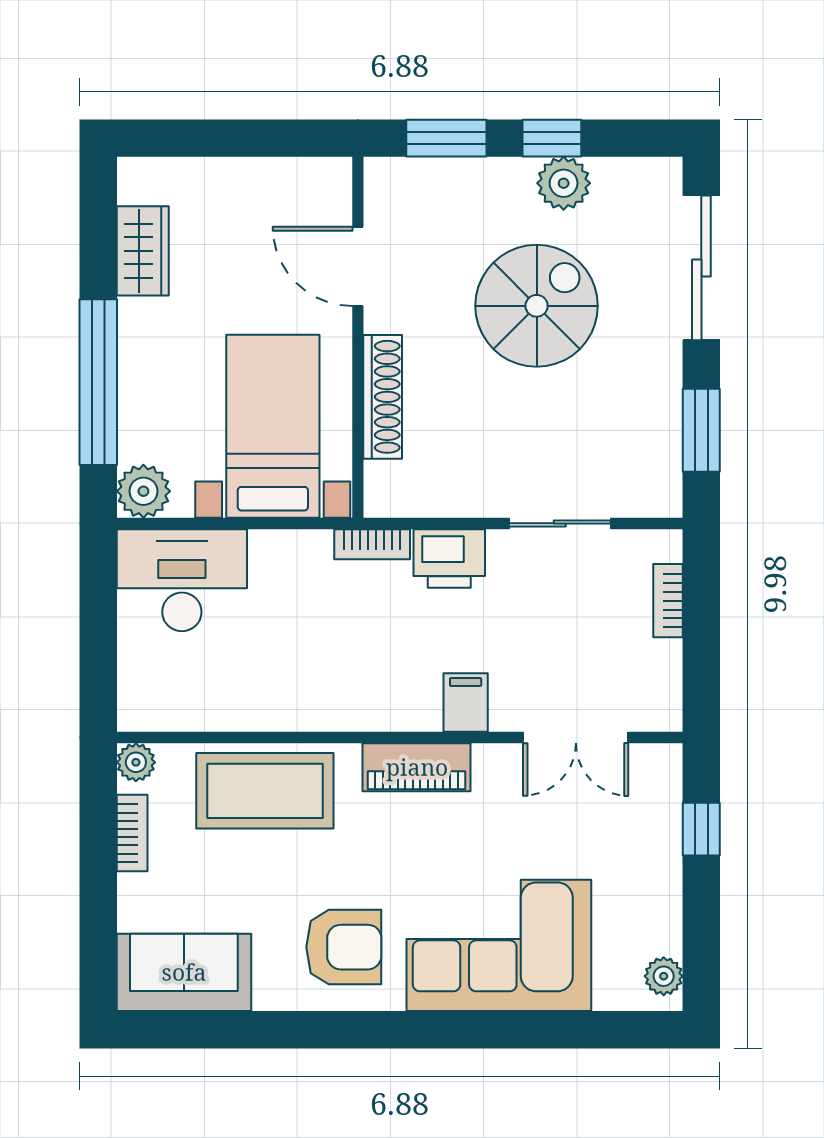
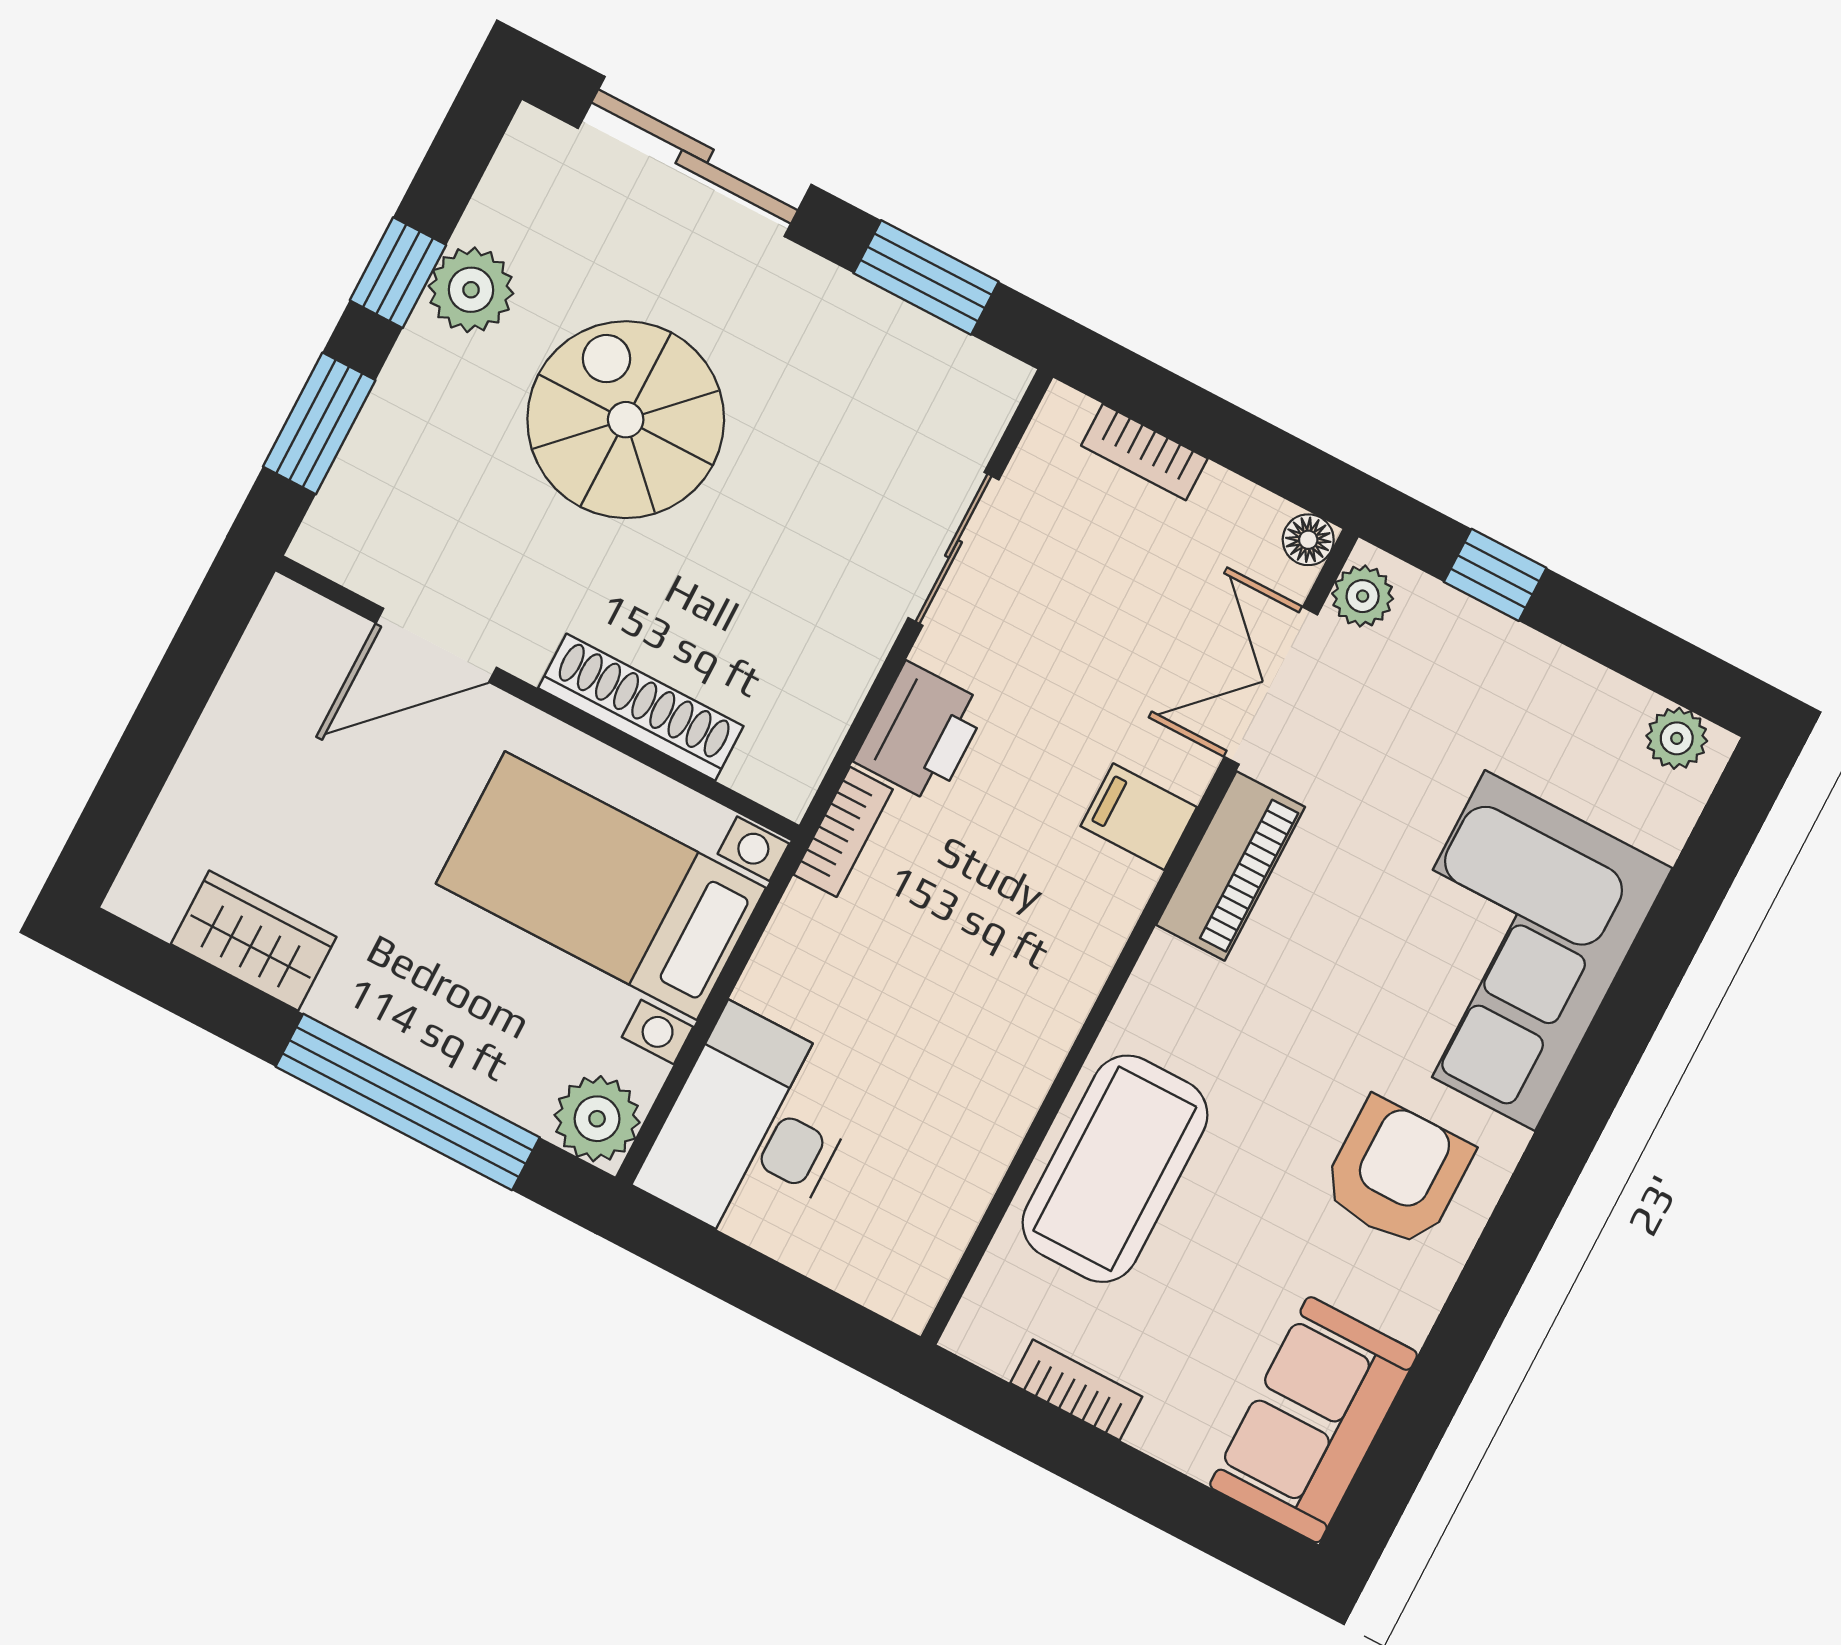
floor lamp: (667, 716) -> (1308, 540), added
double door: (576, 738) -> (1271, 686), swing flipped
plant: (136, 762) -> (1363, 596), moved
piano: (417, 767) -> (1231, 866), moved

